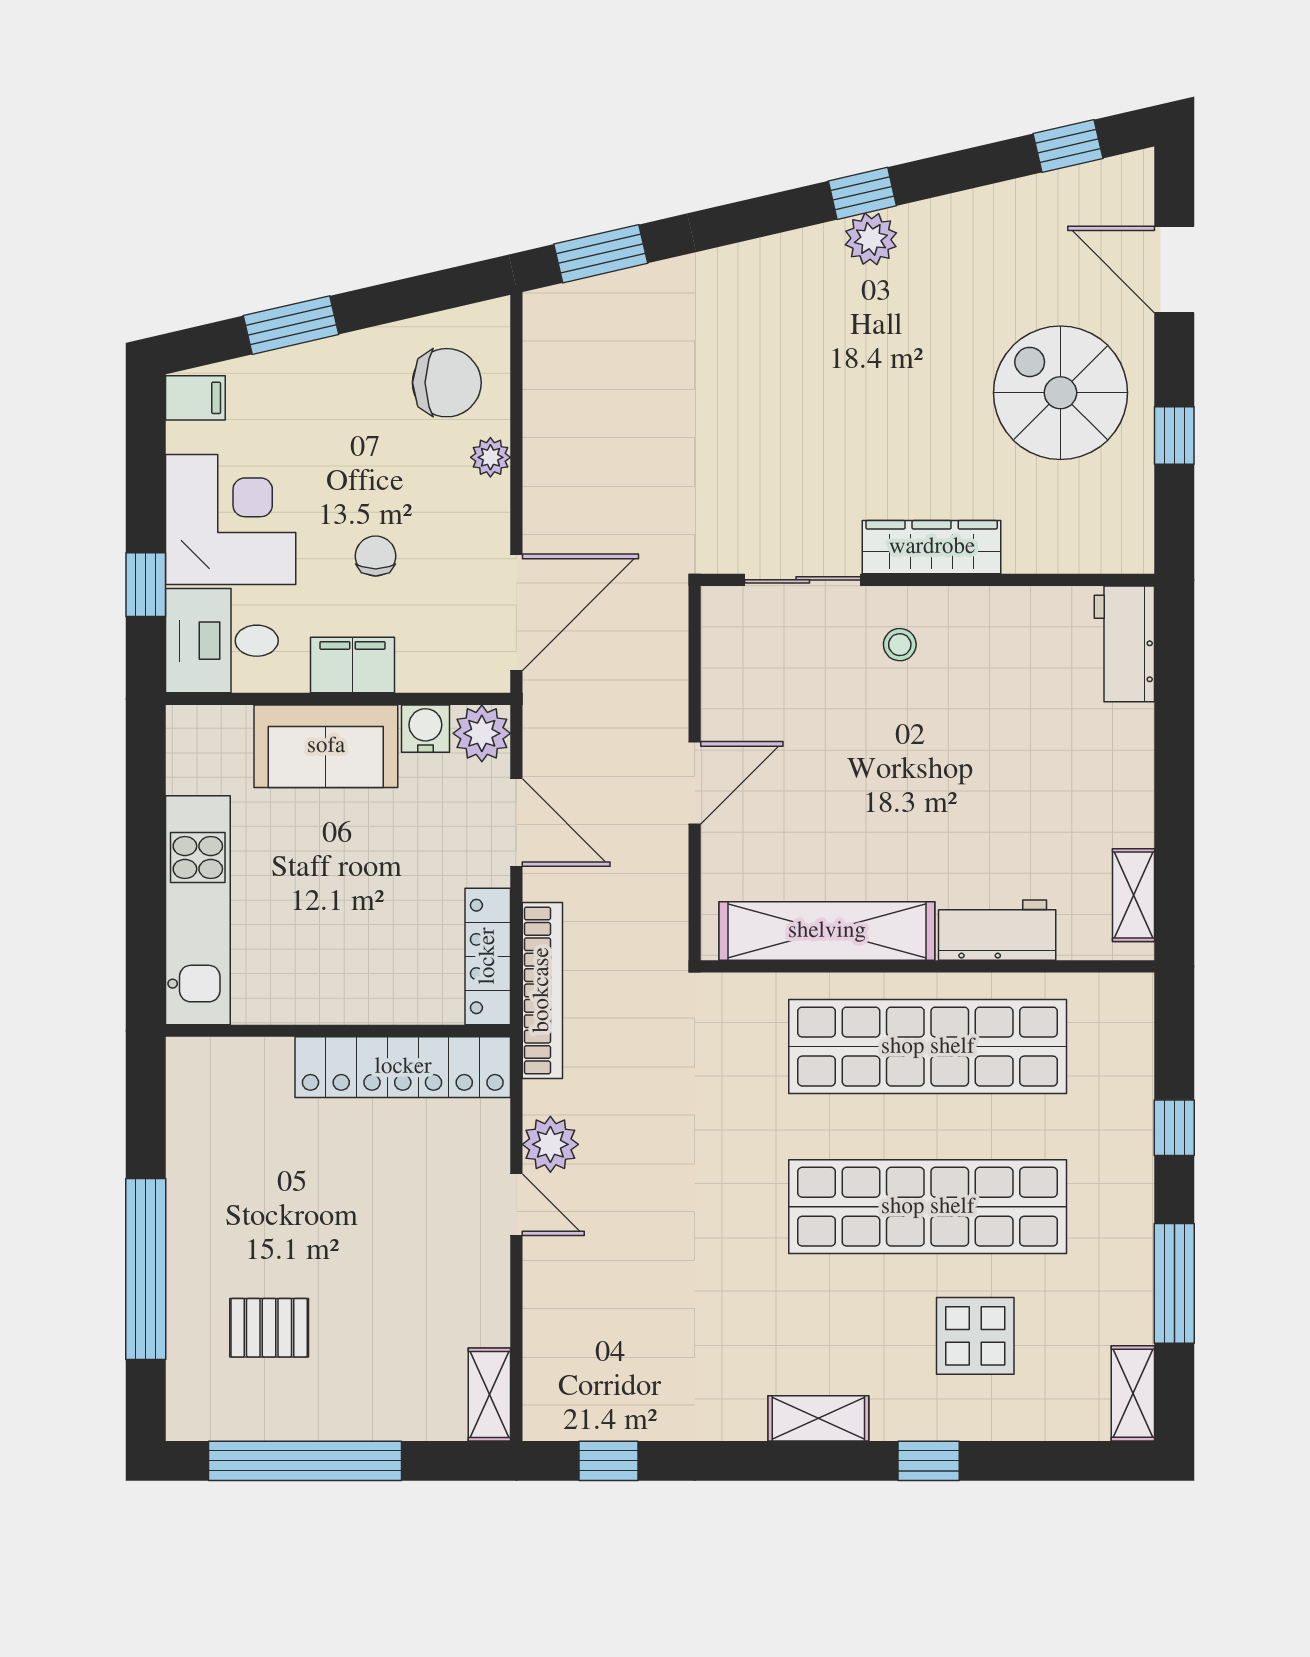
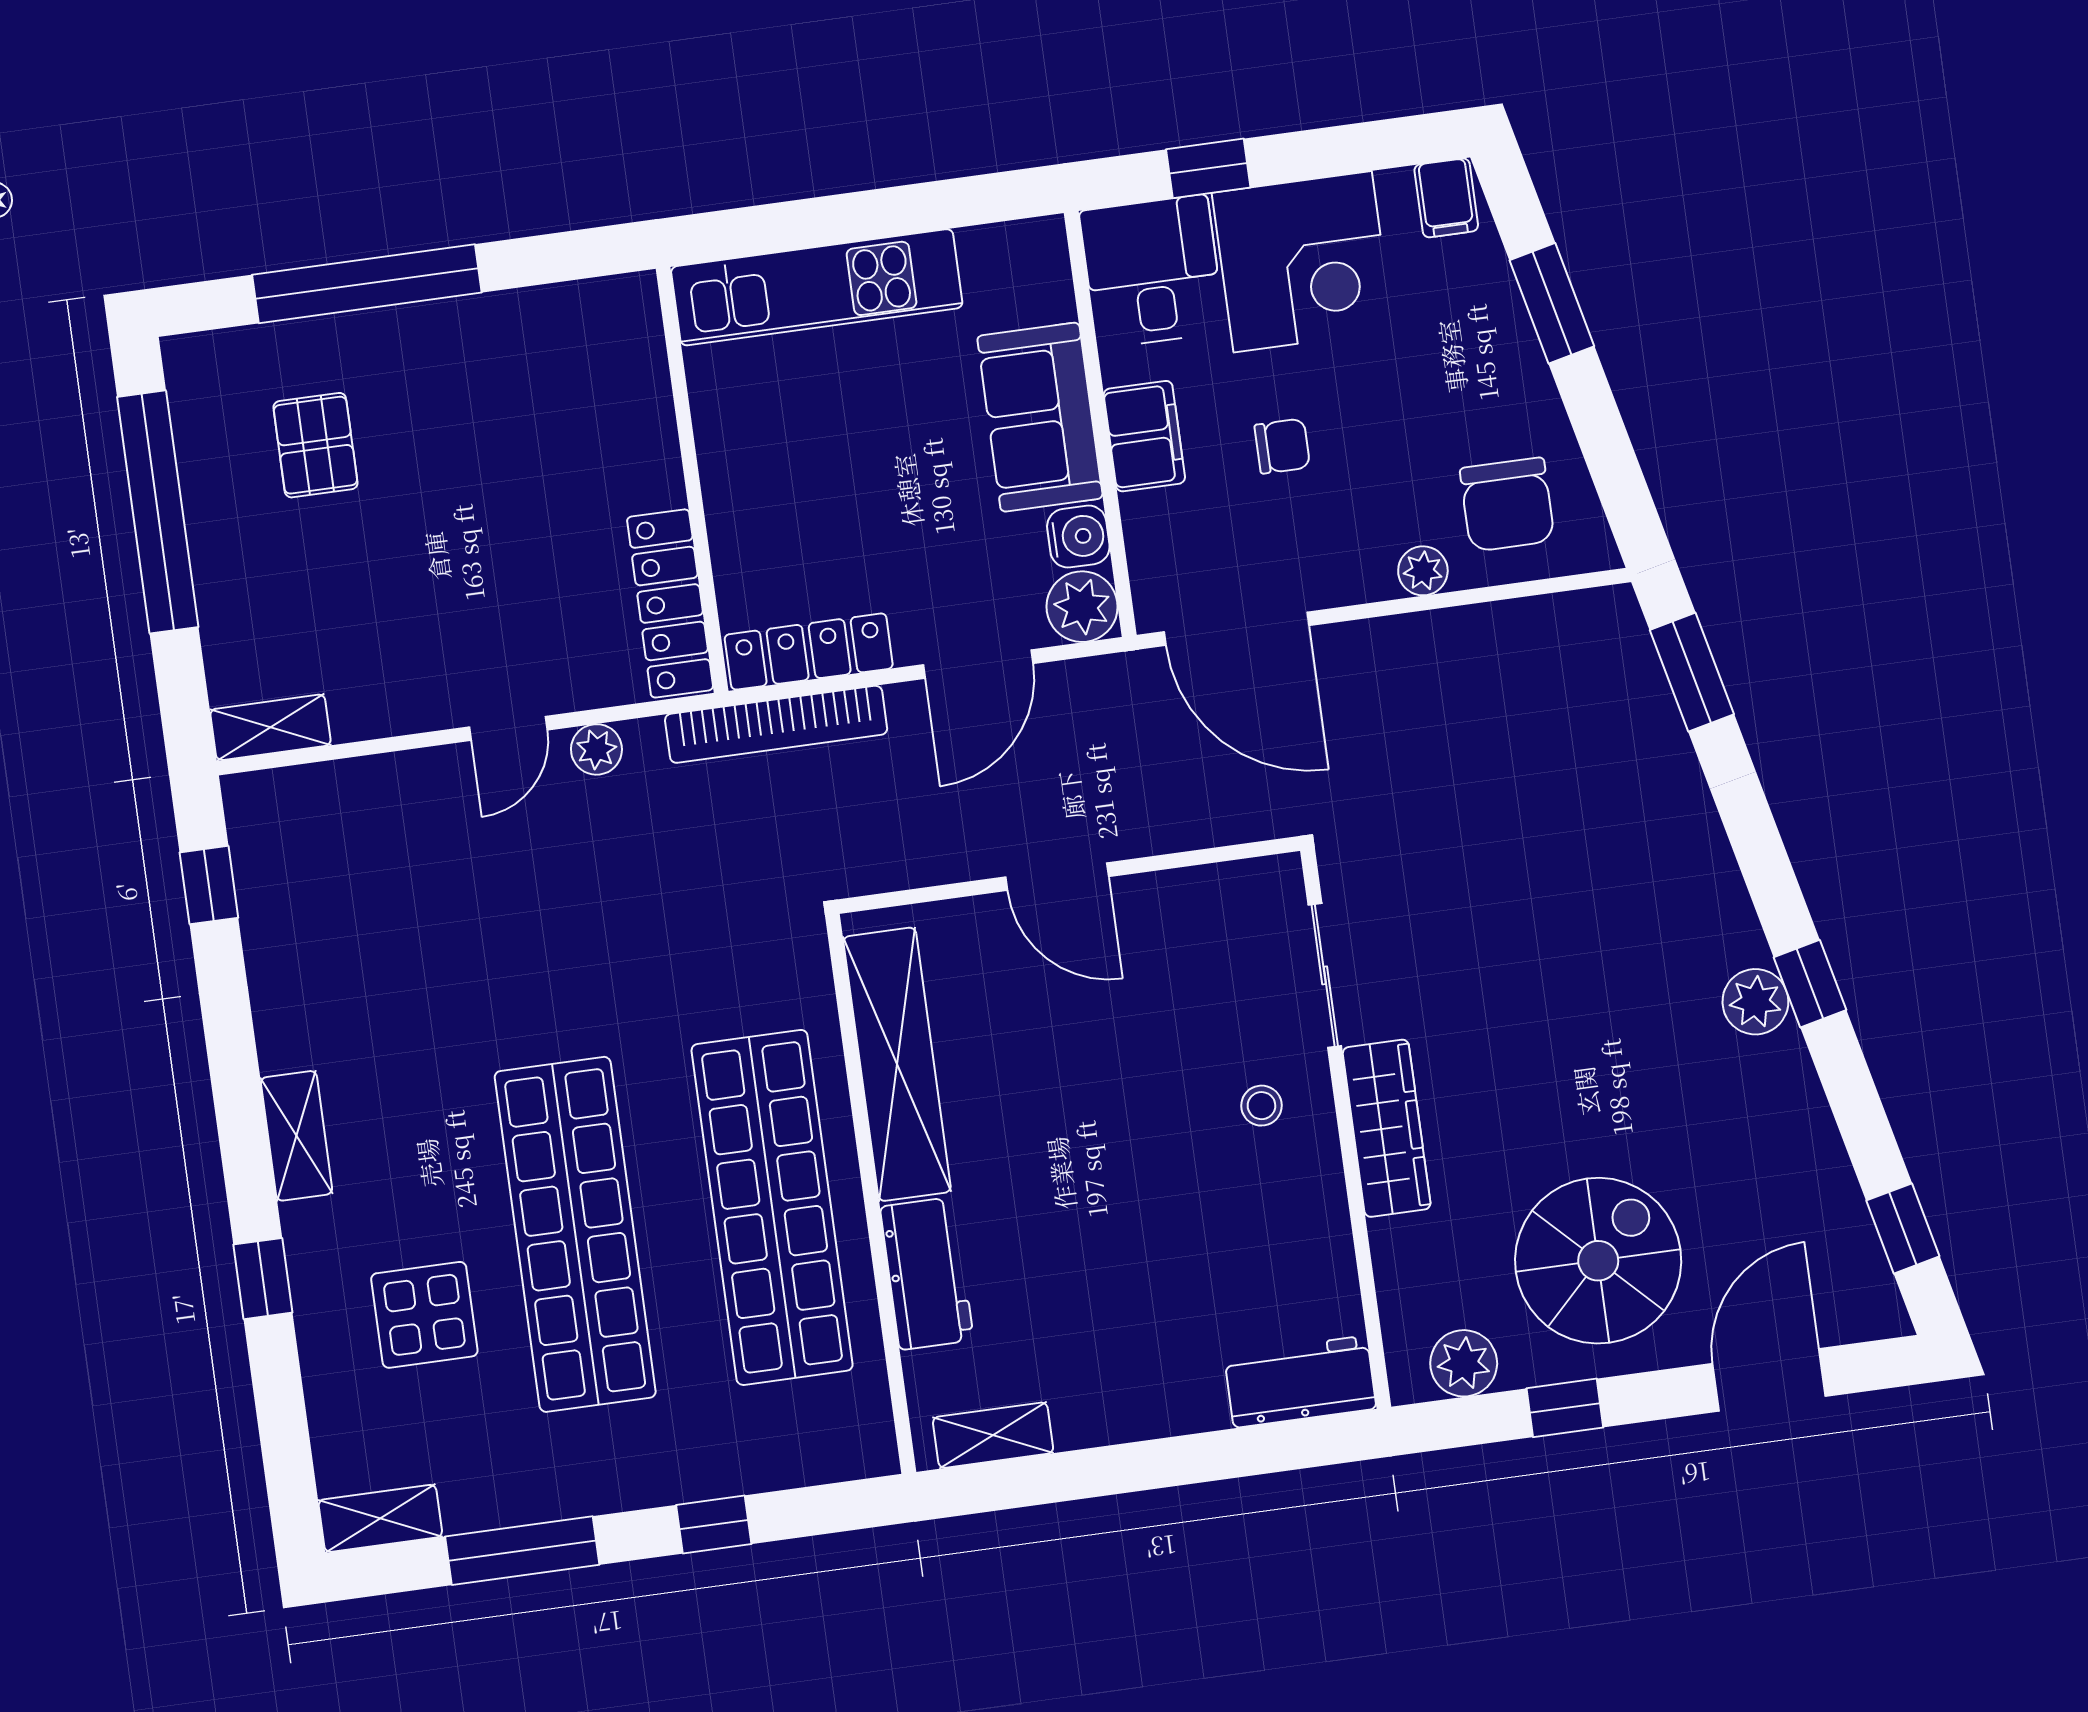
plant: (1128, 511) -> (1464, 1363), added
locker: (403, 1067) -> (670, 603), width x0.71, depth x0.83
plant: (550, 1144) -> (596, 749), width x0.73, depth x0.73

